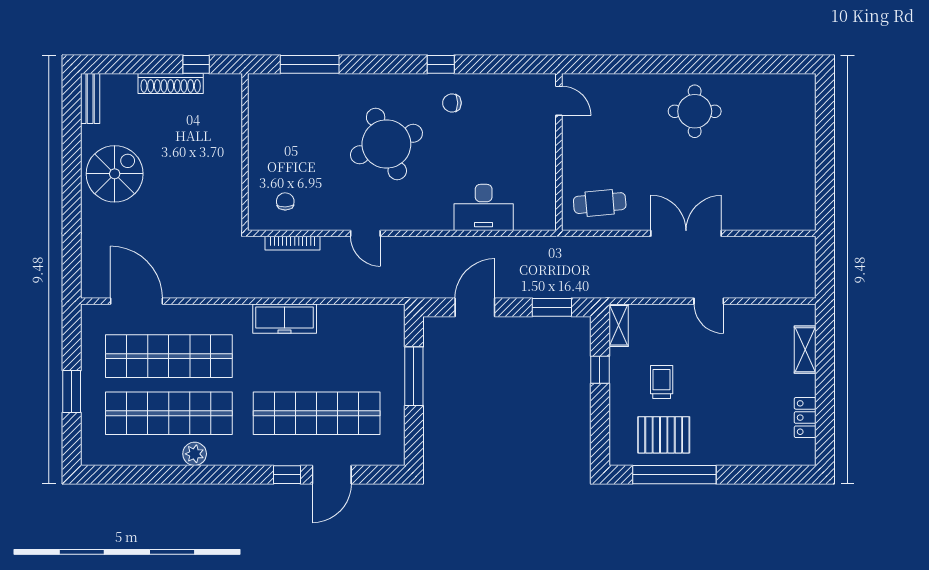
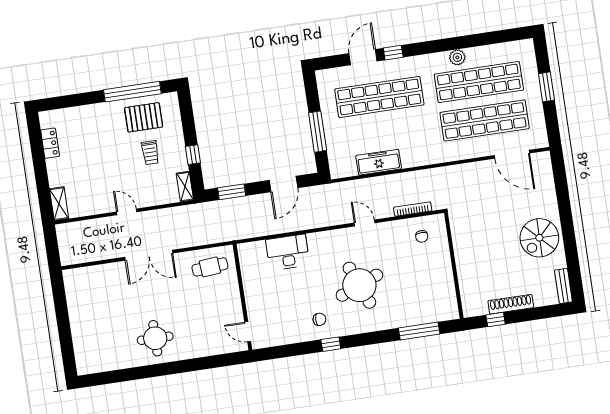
freezer: (285, 319) -> (379, 162), moved
shelving: (805, 350) -> (59, 204), moved

